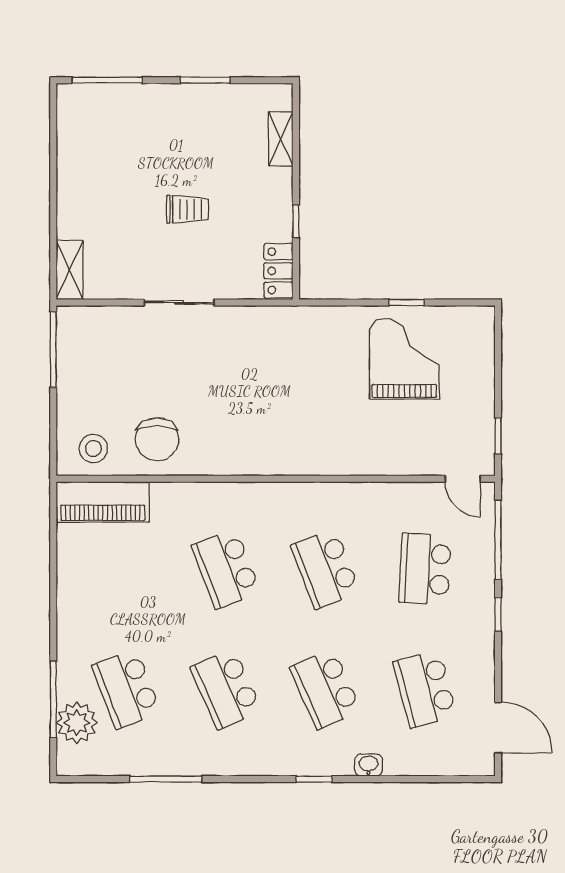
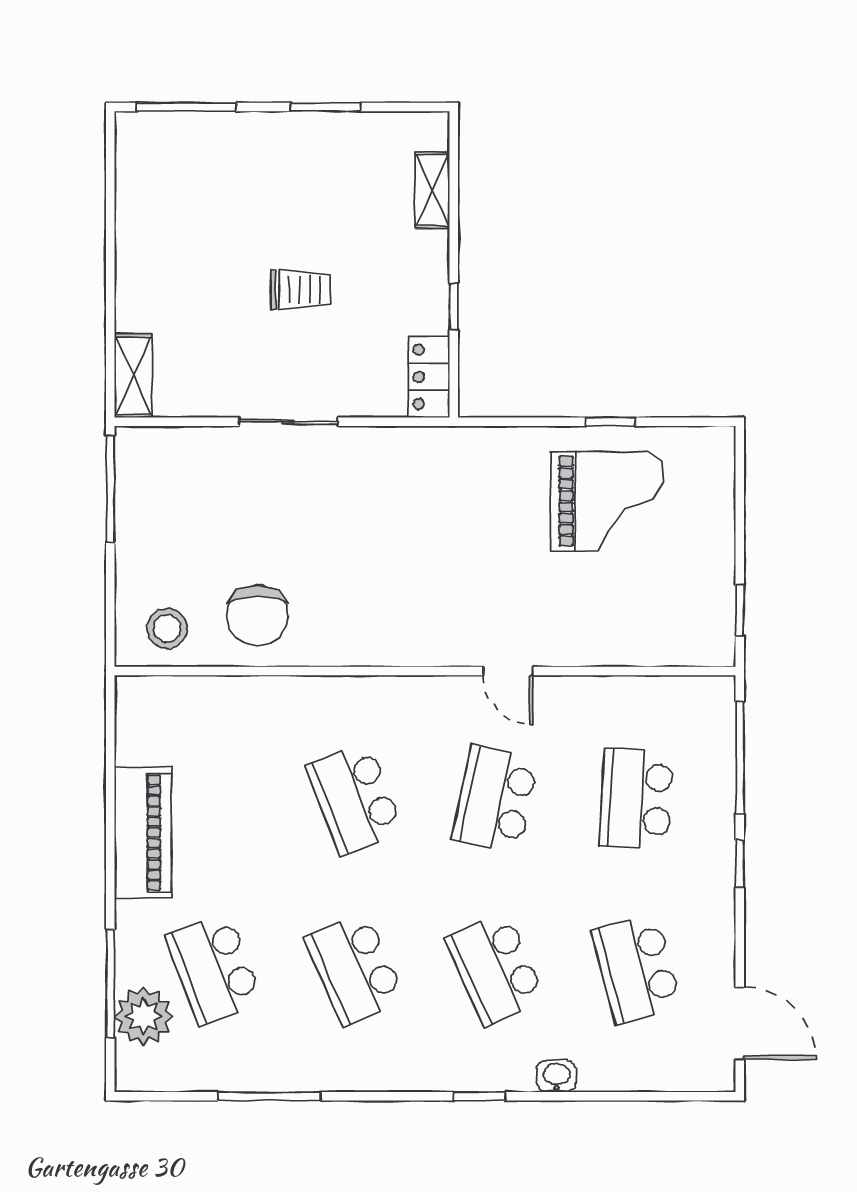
grand piano: (404, 359) -> (607, 501), turned 90
door: (463, 479) -> (508, 671), moved
piano: (103, 502) -> (143, 833), moved, turned -90
school desk: (325, 569) -> (495, 799), turned 33

